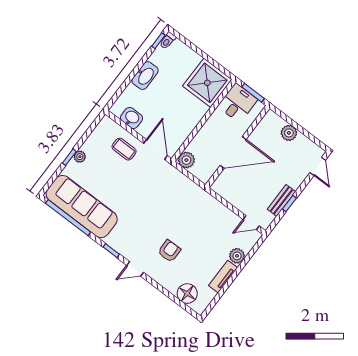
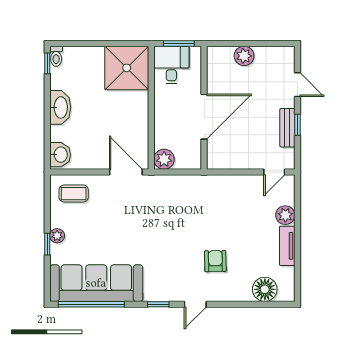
washbasin: (132, 118) -> (60, 155), moved, turned 90
coffee table: (124, 149) -> (74, 194), moved
door: (318, 166) -> (297, 85), moved

